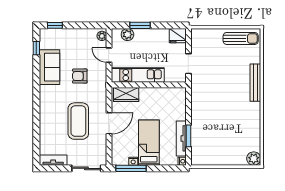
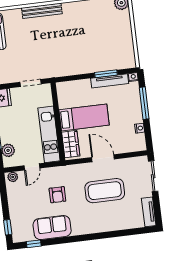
bed: (149, 143) -> (84, 117), moved, turned 180
window: (131, 168) -> (144, 103), moved

